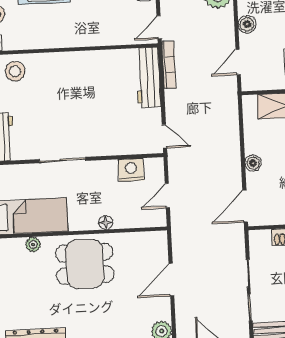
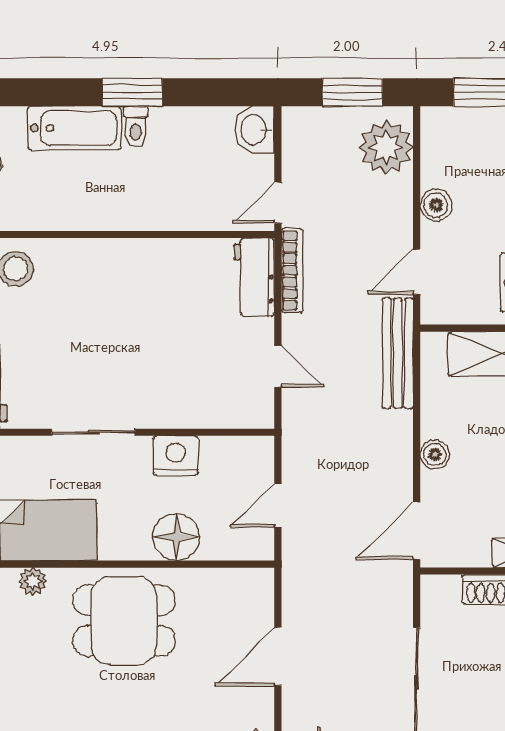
workbench: (148, 78) -> (254, 277), width x0.73
bench: (230, 108) -> (398, 353), added
door: (164, 136) -> (278, 367), moved
nightstand: (131, 170) -> (176, 456), moved
floor lamp: (106, 223) -> (176, 537), width x1.89, depth x1.89

